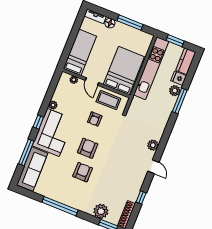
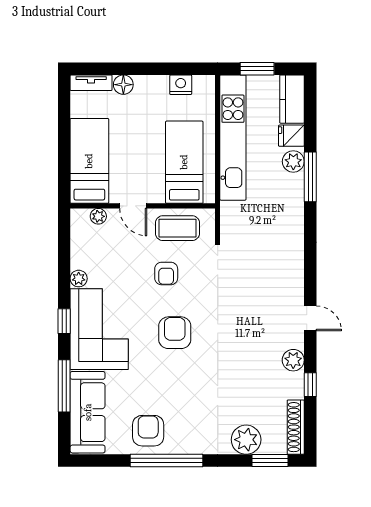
window: (130, 23) -> (160, 69), removed
nightstand: (137, 34) -> (181, 85), added
bed: (124, 71) -> (184, 162), width x0.67
plant: (153, 145) -> (293, 360), moved
armchair: (83, 172) -> (148, 431), moved

